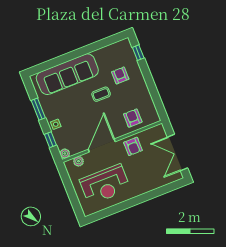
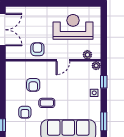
window: (38, 109) -> (104, 121), moved
armchair: (133, 118) -> (33, 85), moved
door: (102, 145) -> (63, 60), width x0.53

